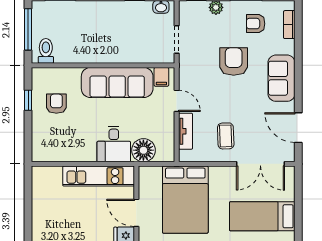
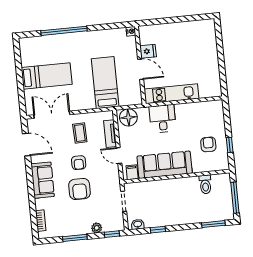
armchair: (256, 24) -> (79, 163), moved, turned 90
toilet: (46, 51) -> (205, 184), moved
armchair: (56, 104) -> (208, 144), turned 180
floor lamp: (143, 150) -> (128, 117), moved
bed: (185, 200) -> (105, 83), width x0.67

